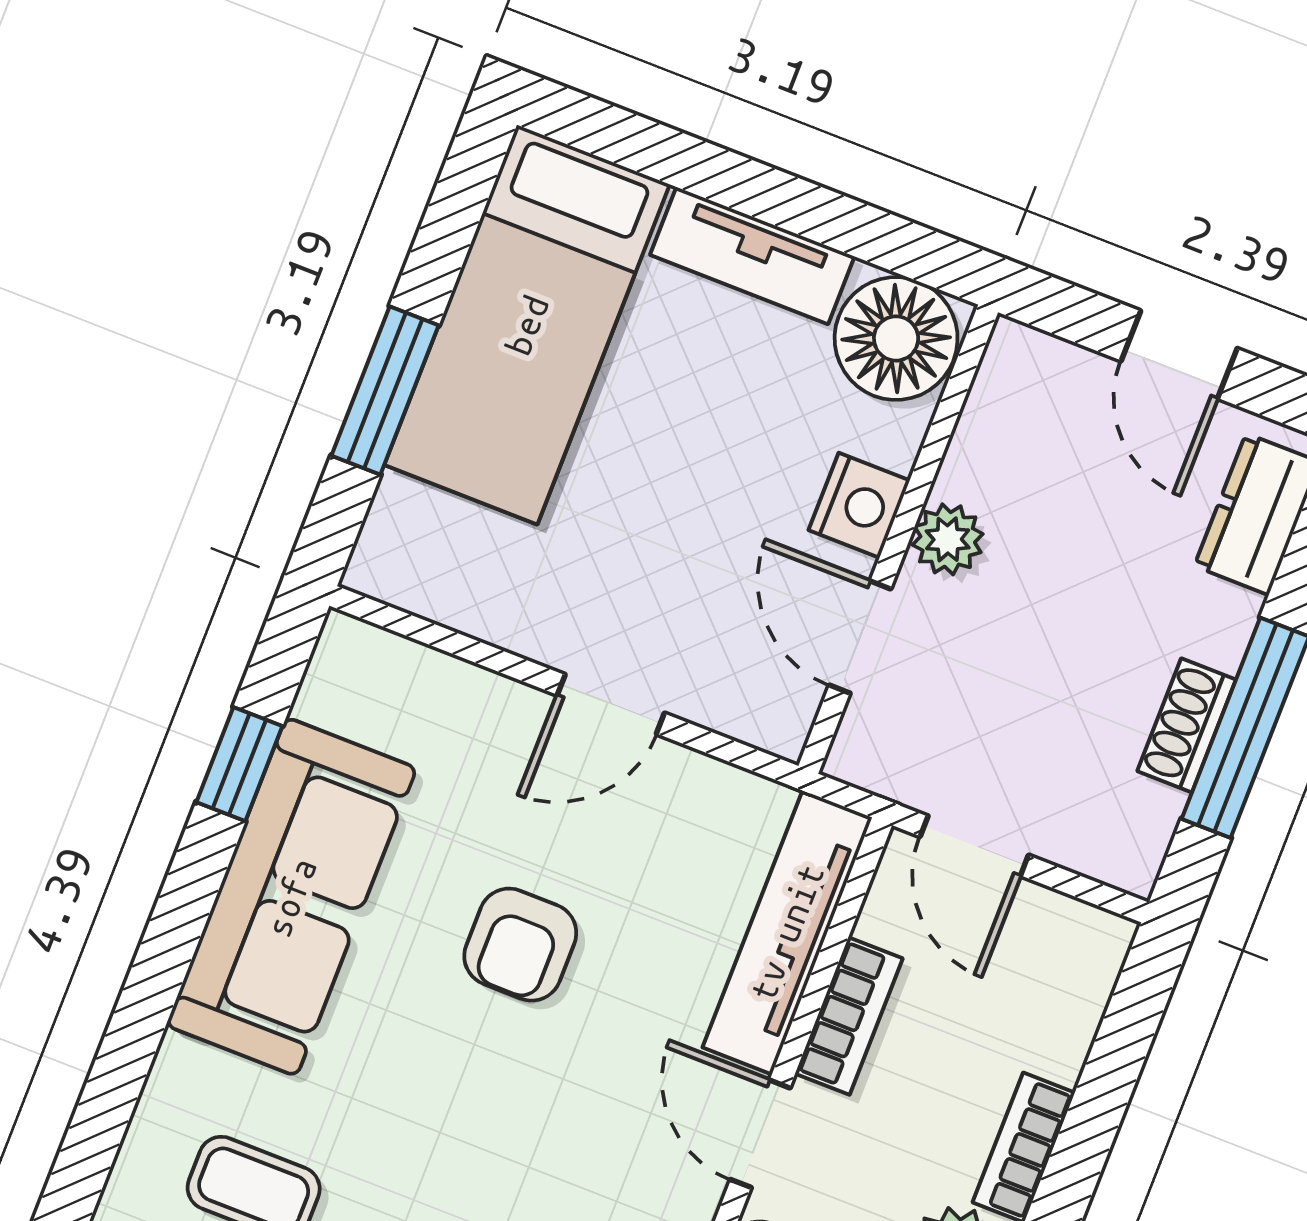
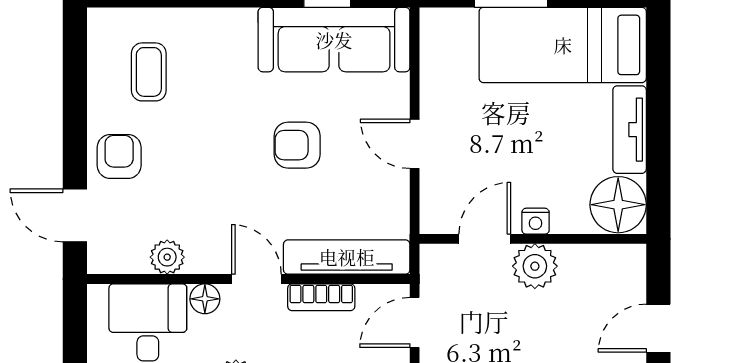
nightstand: (859, 505) -> (536, 221), width x0.72, depth x0.74
plant: (948, 539) -> (535, 266), width x1.38, depth x1.38
sofa: (291, 897) -> (334, 40), moved
door: (760, 1134) -> (256, 279), hinge flipped

